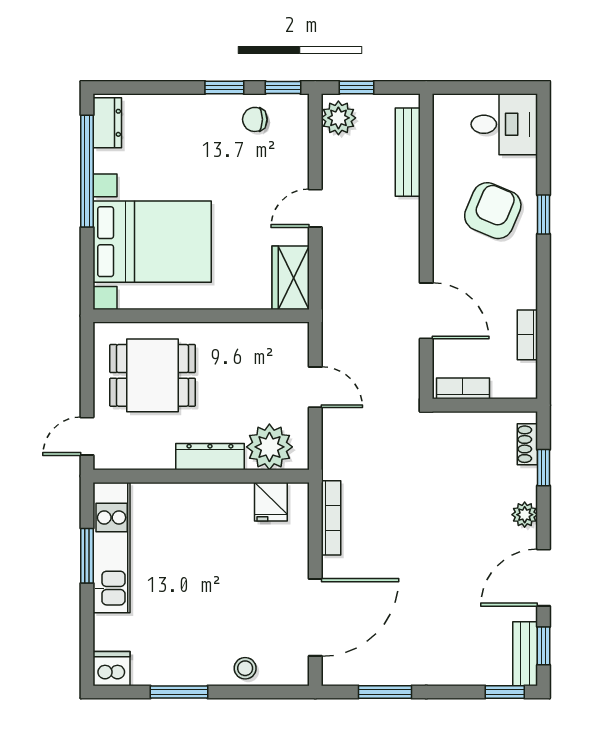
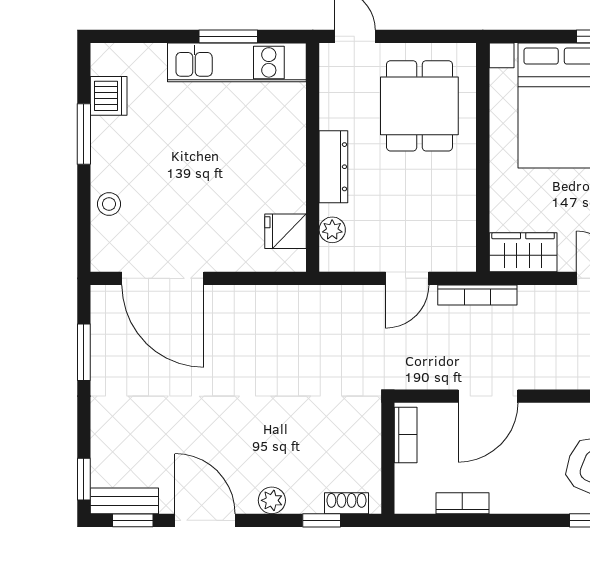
plant: (269, 447) -> (332, 230), width x0.53, depth x0.53
bookcase: (331, 518) -> (477, 295), moved
dishwasher: (112, 669) -> (109, 96), moved

